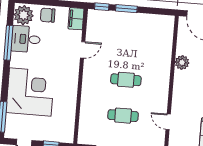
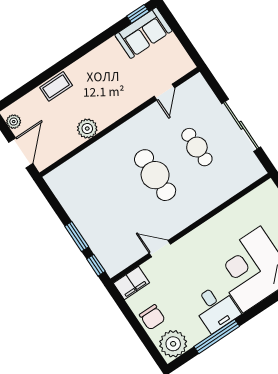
desk: (26, 39) -> (216, 308), moved
cafe table: (126, 80) -> (155, 175), width x1.37, depth x1.35

